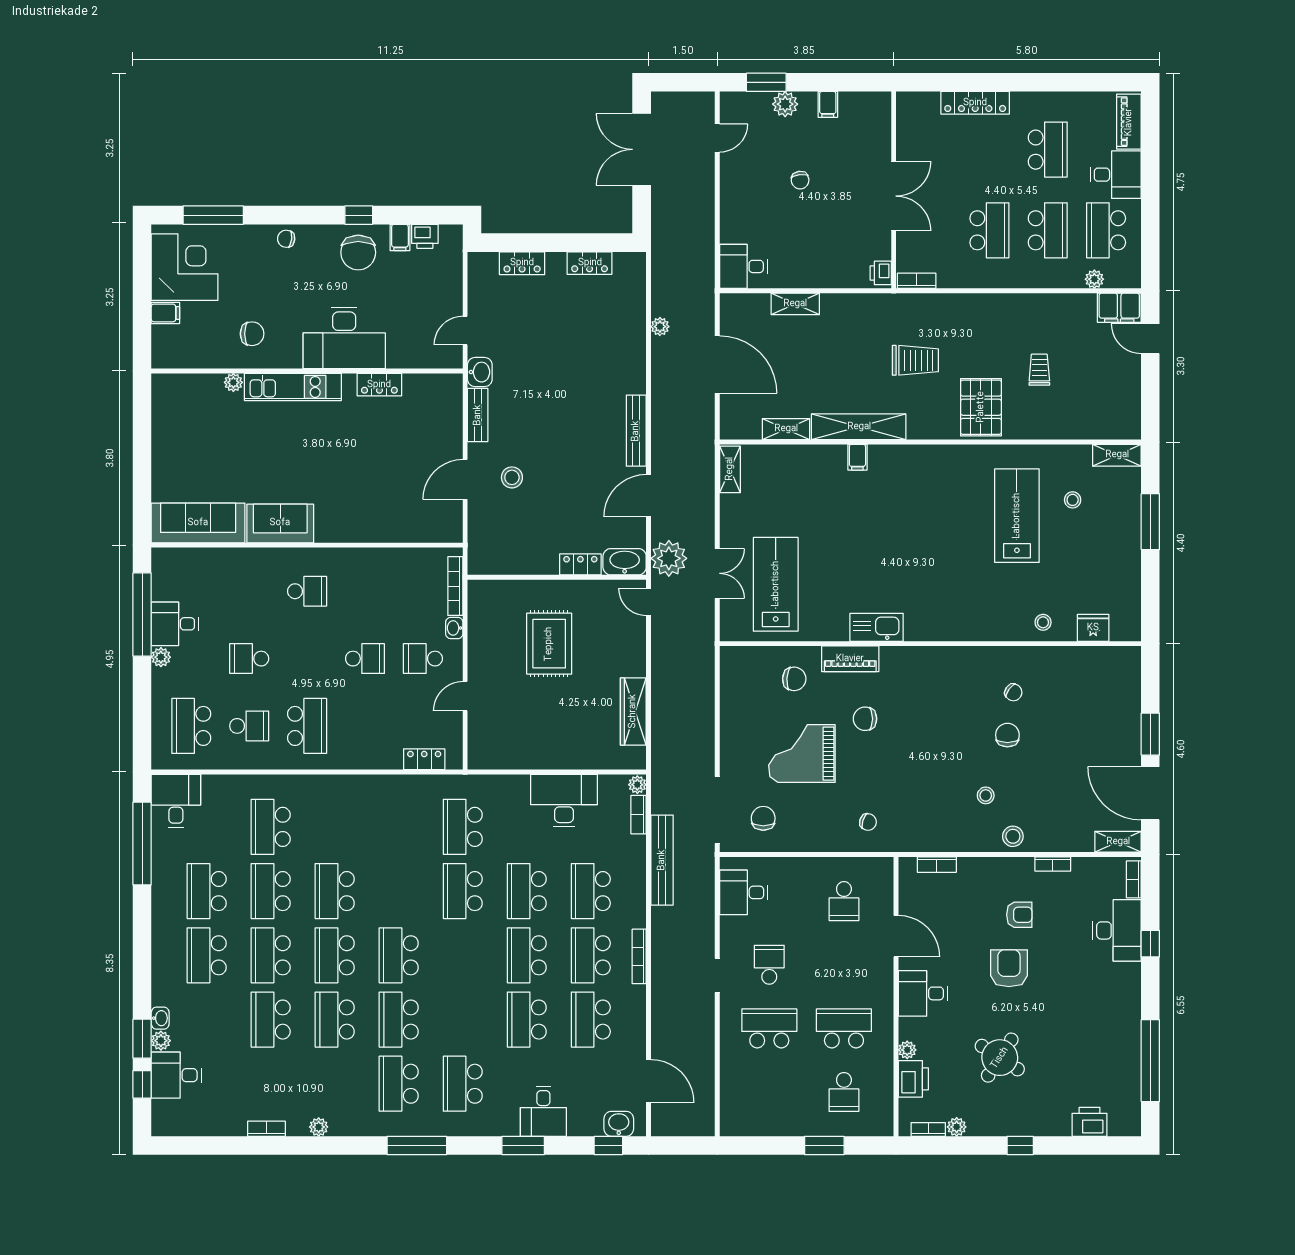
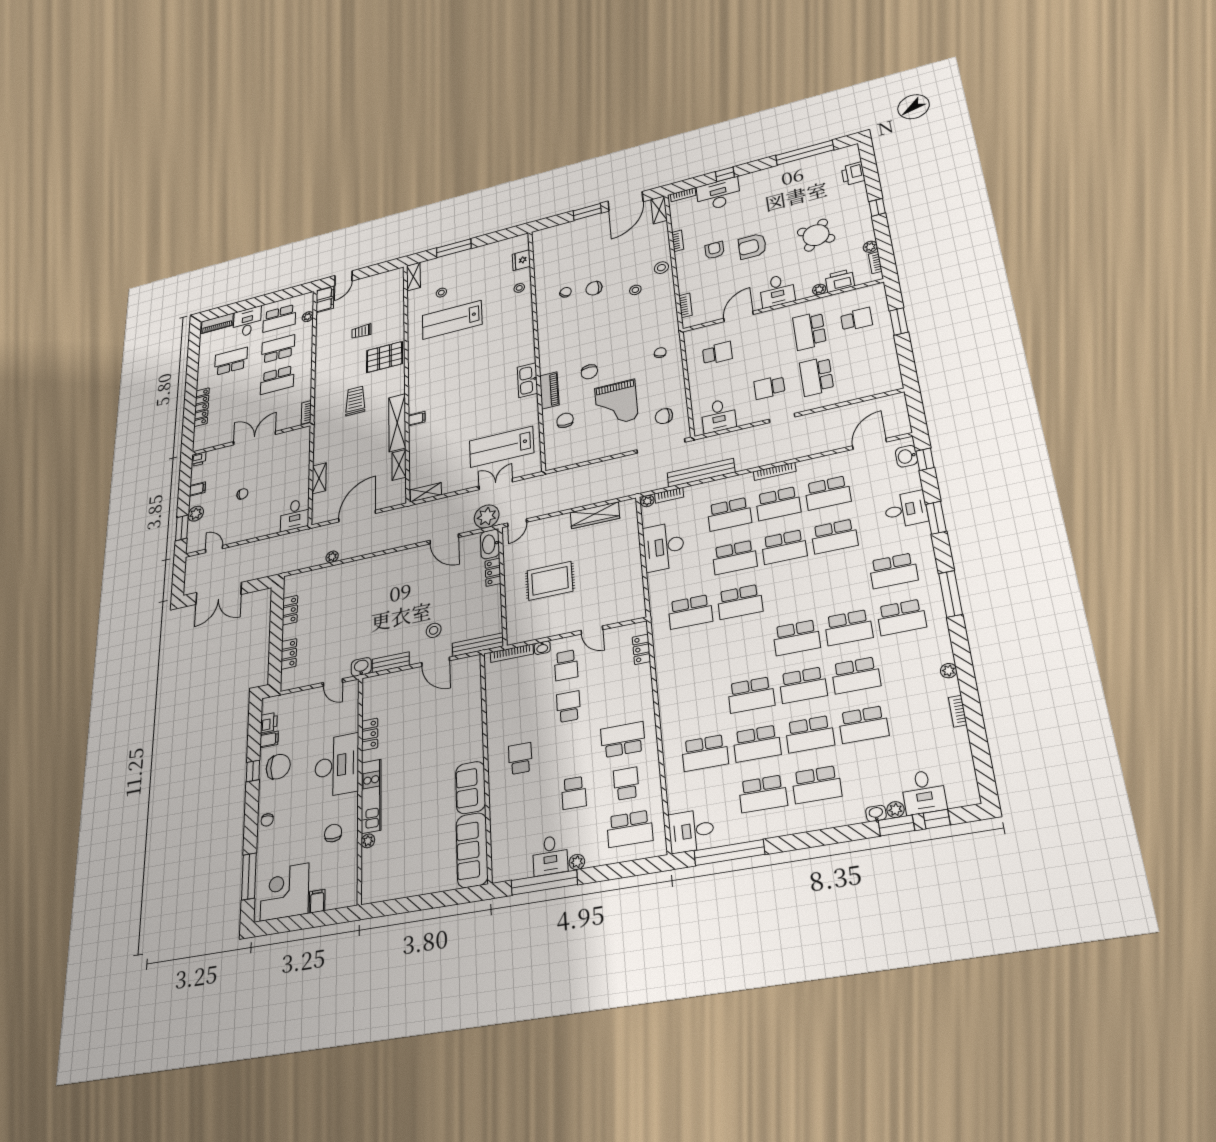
school desk: (989, 230) -> (277, 380), turned 180
printer: (881, 273) -> (199, 459), moved
bench: (636, 431) -> (478, 645), moved

